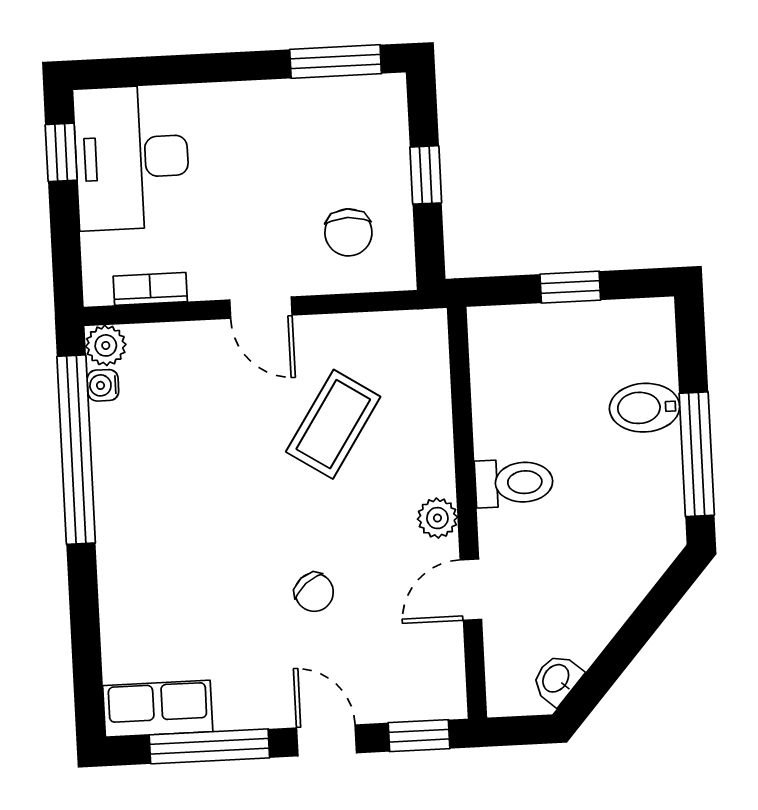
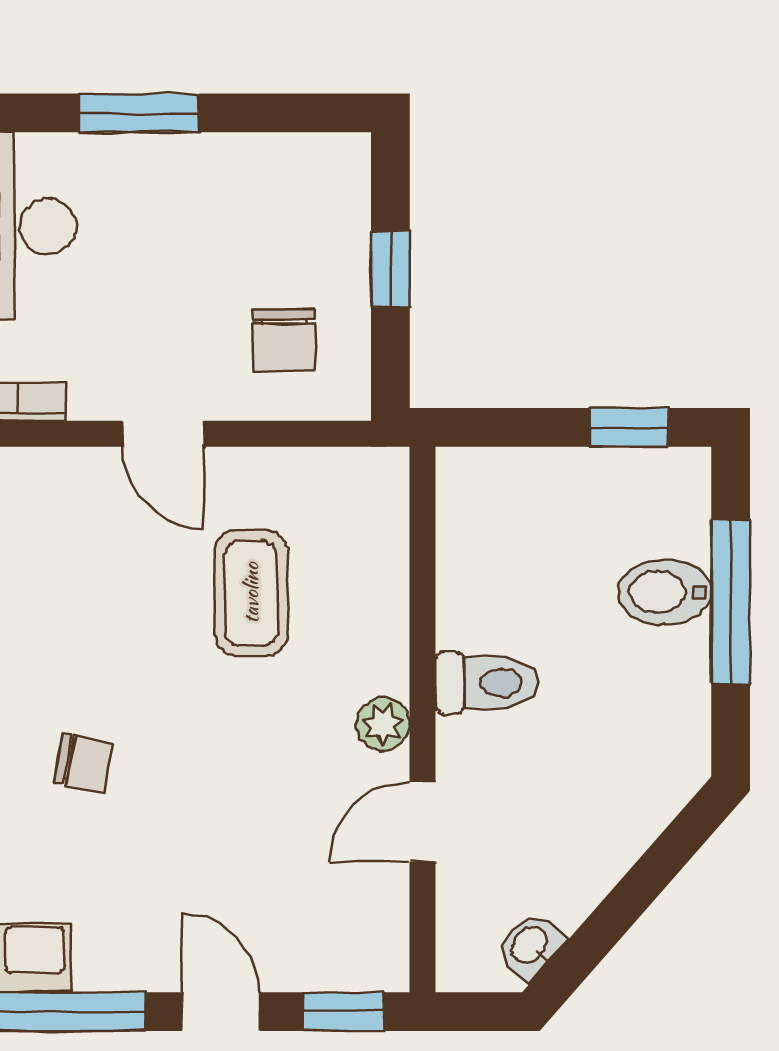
window: (336, 62) -> (139, 113), moved
window: (570, 287) -> (629, 427), moved
coffee table: (333, 424) -> (251, 593), turned -33
window: (697, 454) -> (731, 602), moved
chair: (314, 592) -> (83, 763), moved, turned -39

